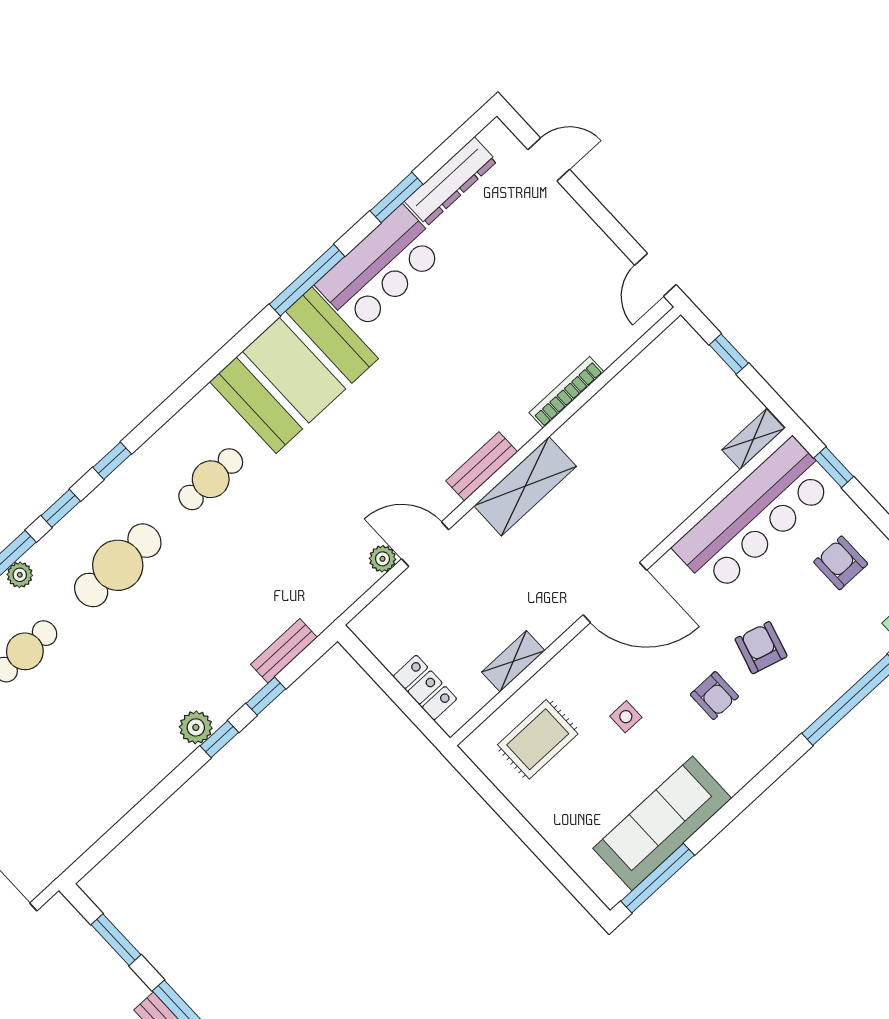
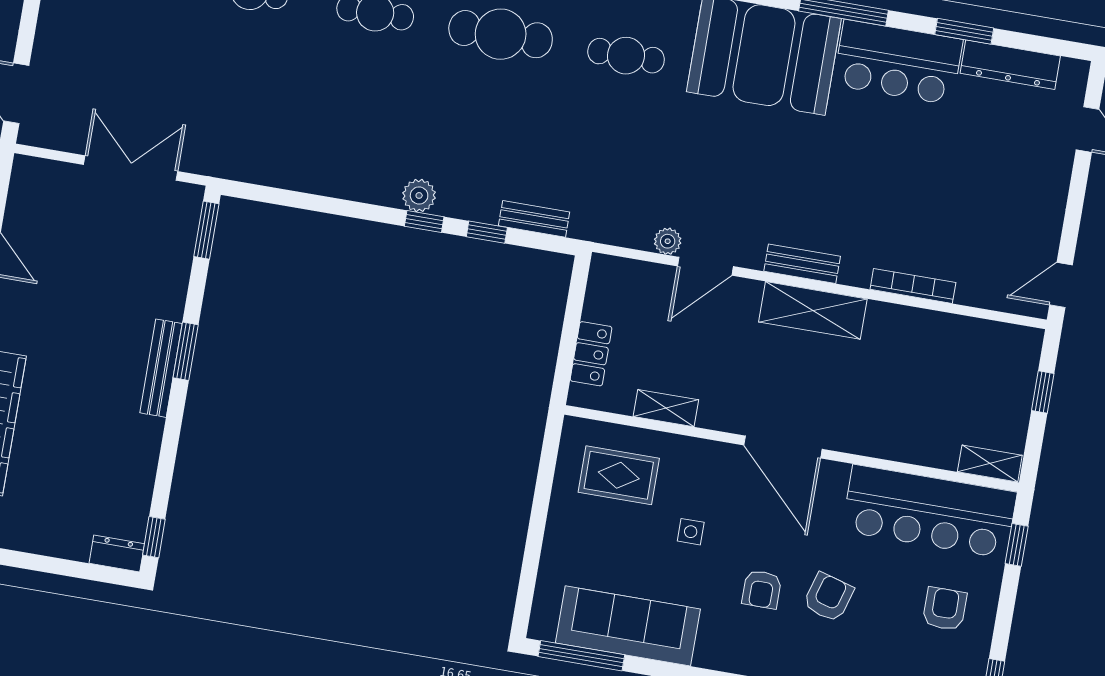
door: (425, 544) -> (705, 266), swing flipped
window: (116, 940) -> (206, 230), moved

